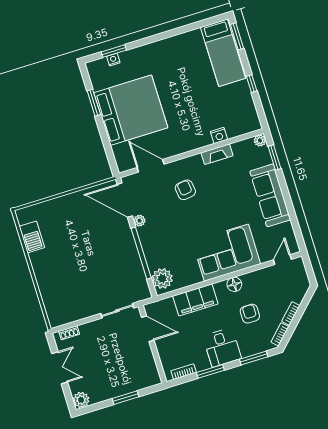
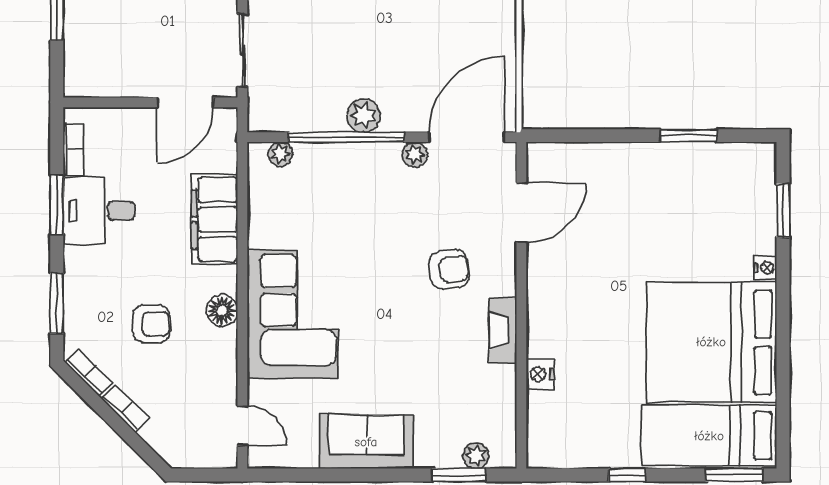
nightstand: (113, 60) -> (765, 268), moved
bed: (131, 110) -> (711, 342), moved, turned 90
plant: (260, 141) -> (476, 456), moved
fireplace: (217, 154) -> (503, 330), moved
sofa: (270, 195) -> (366, 442), width x0.73
plant: (129, 248) -> (364, 116), added
plant: (162, 278) -> (280, 154), width x0.53, depth x0.53
desk: (222, 347) -> (99, 211), moved

